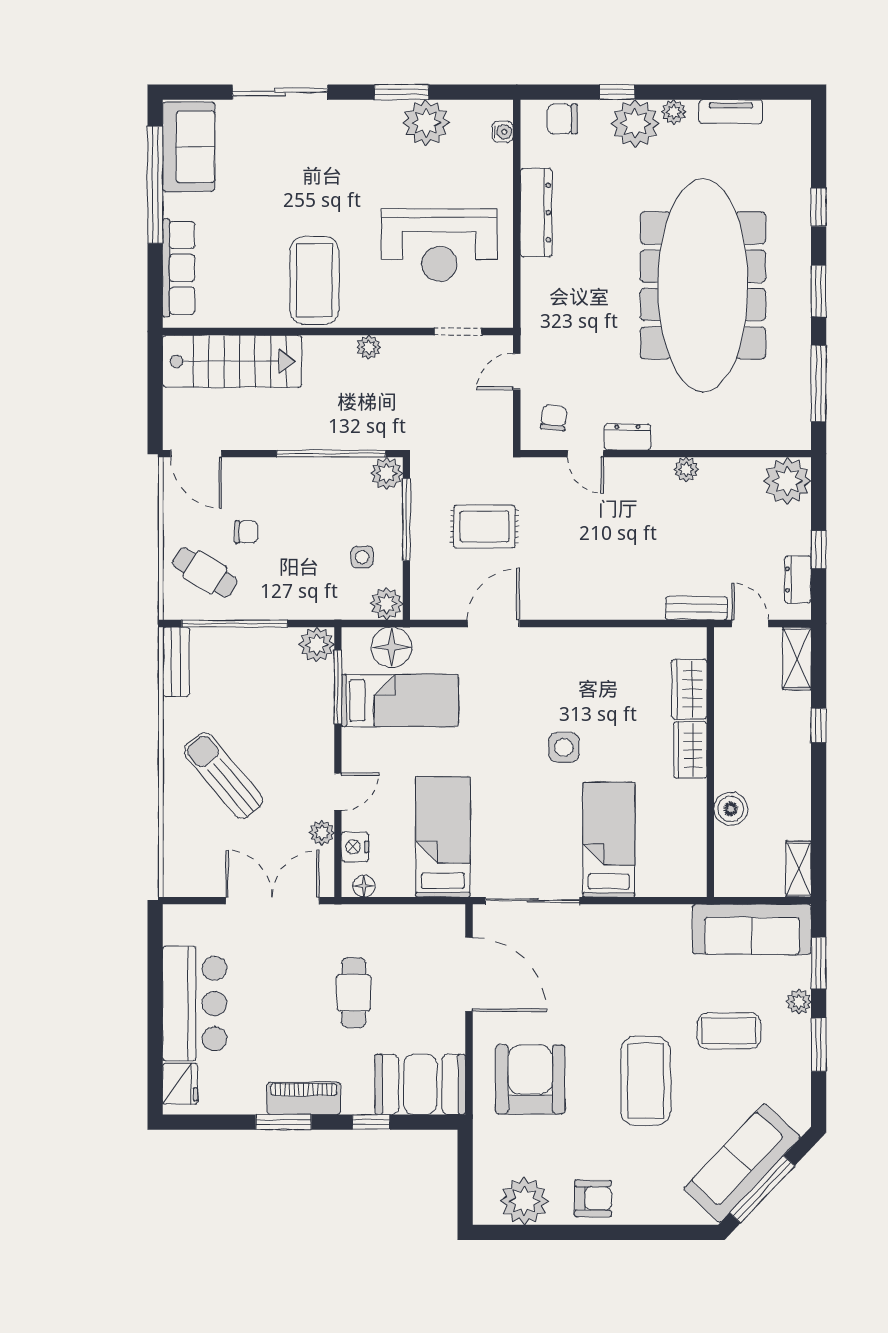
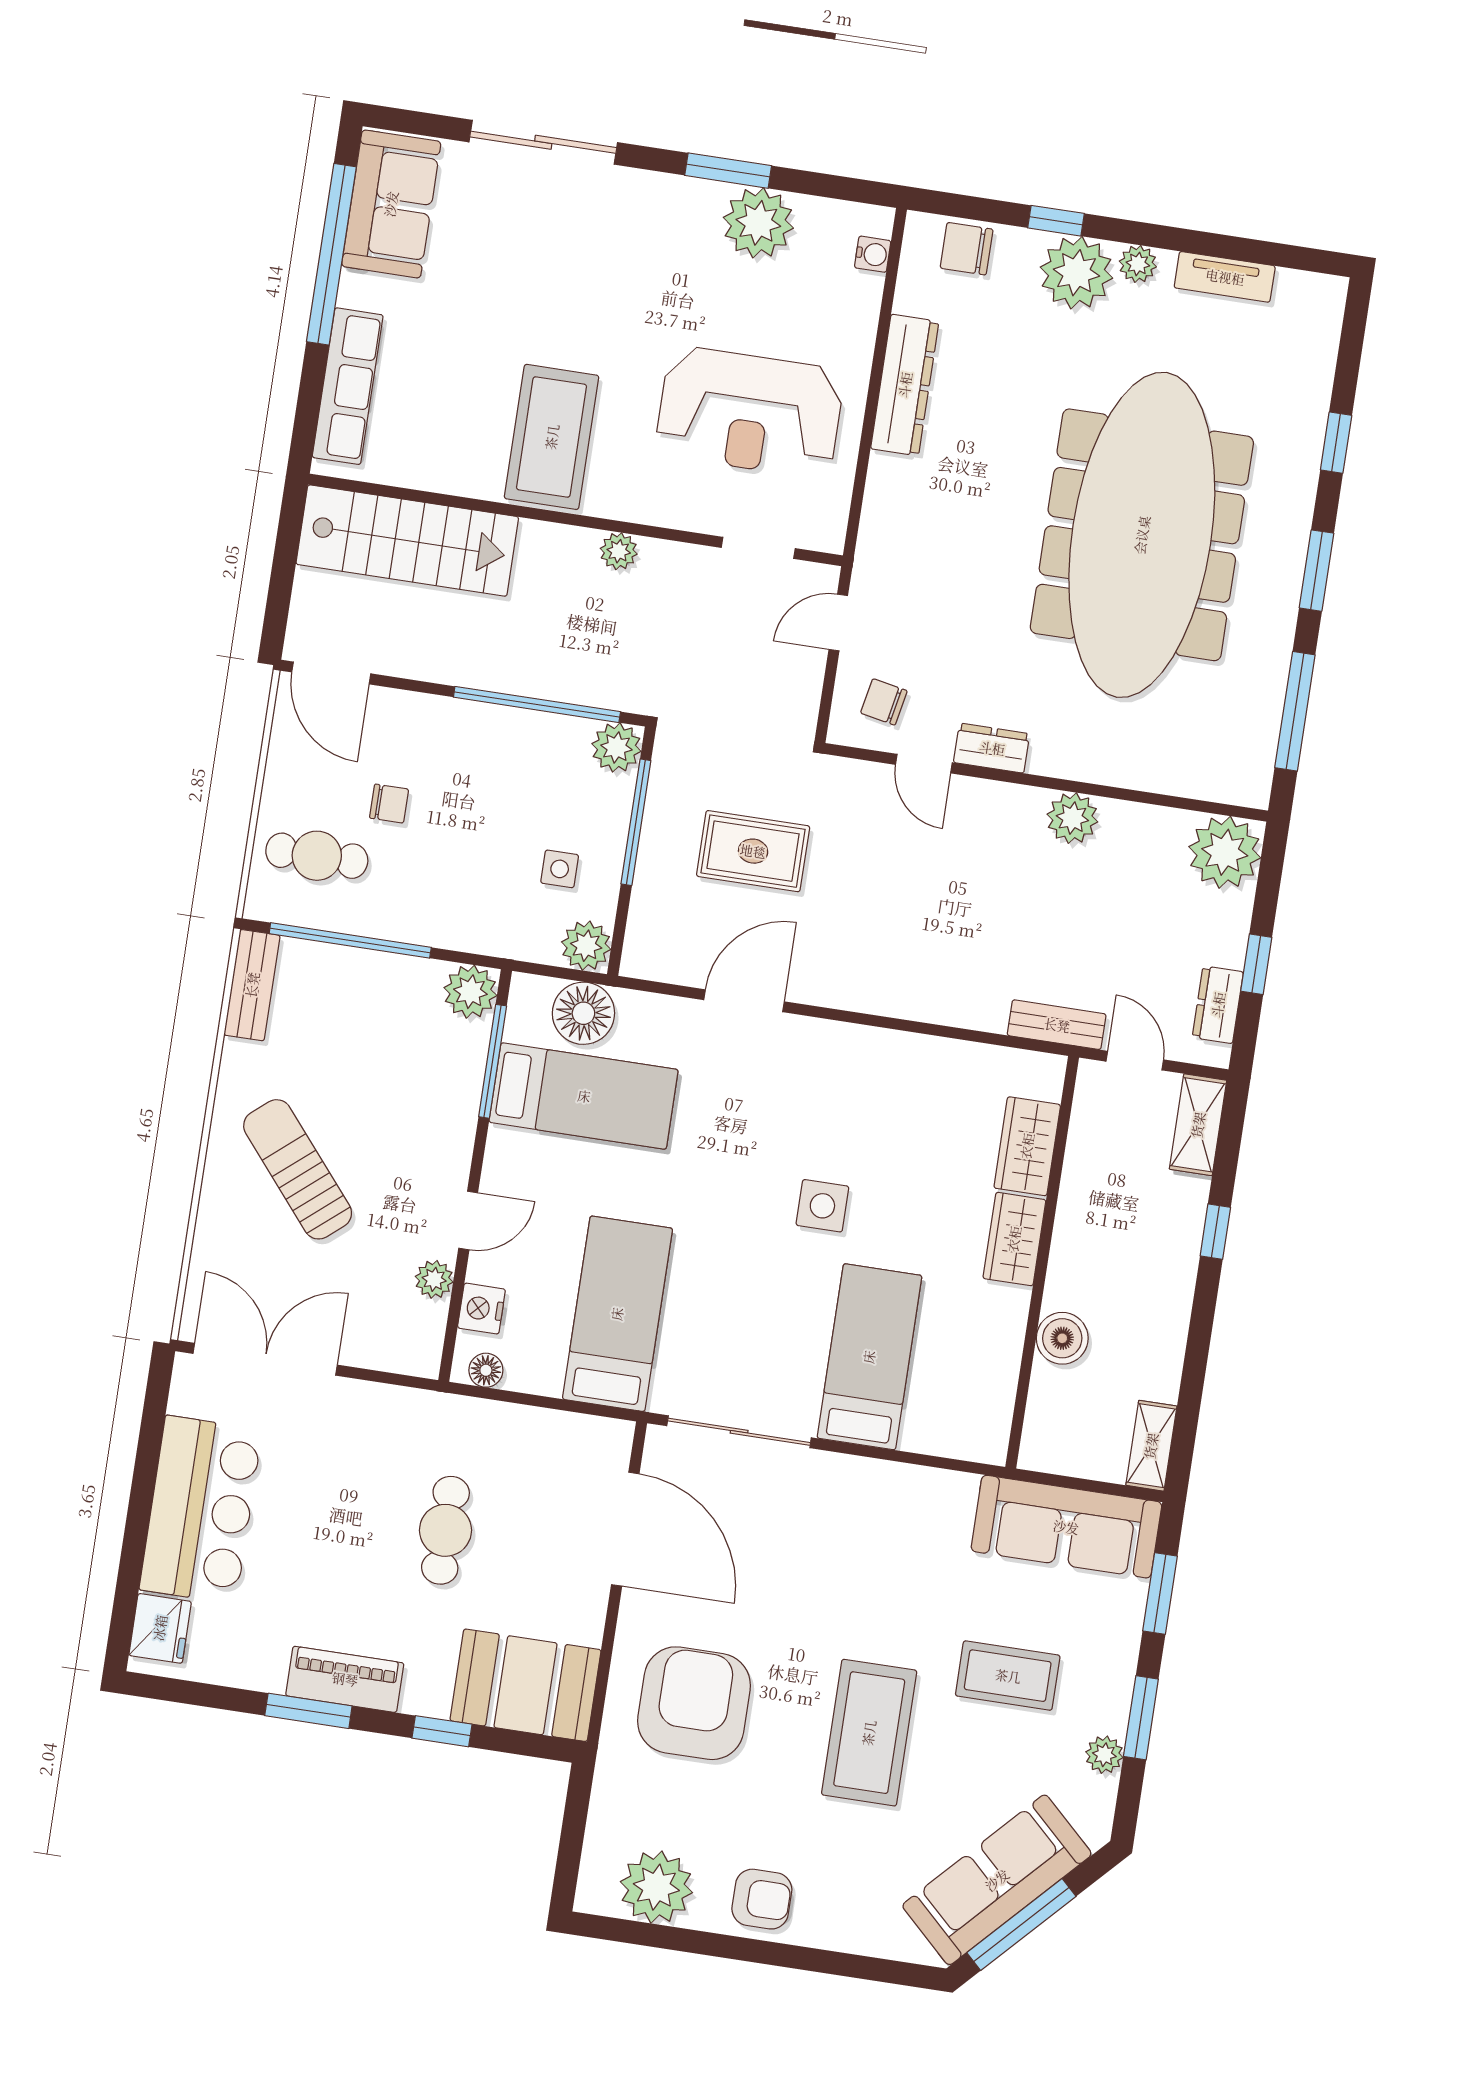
chair: (554, 418) -> (884, 702), turned -86
plant: (686, 469) -> (1072, 818), width x1.38, depth x1.38
cafe table: (205, 572) -> (317, 856), turned -31
double door: (272, 901) -> (265, 1359), moved
plant: (799, 1002) -> (1104, 1755), moved

